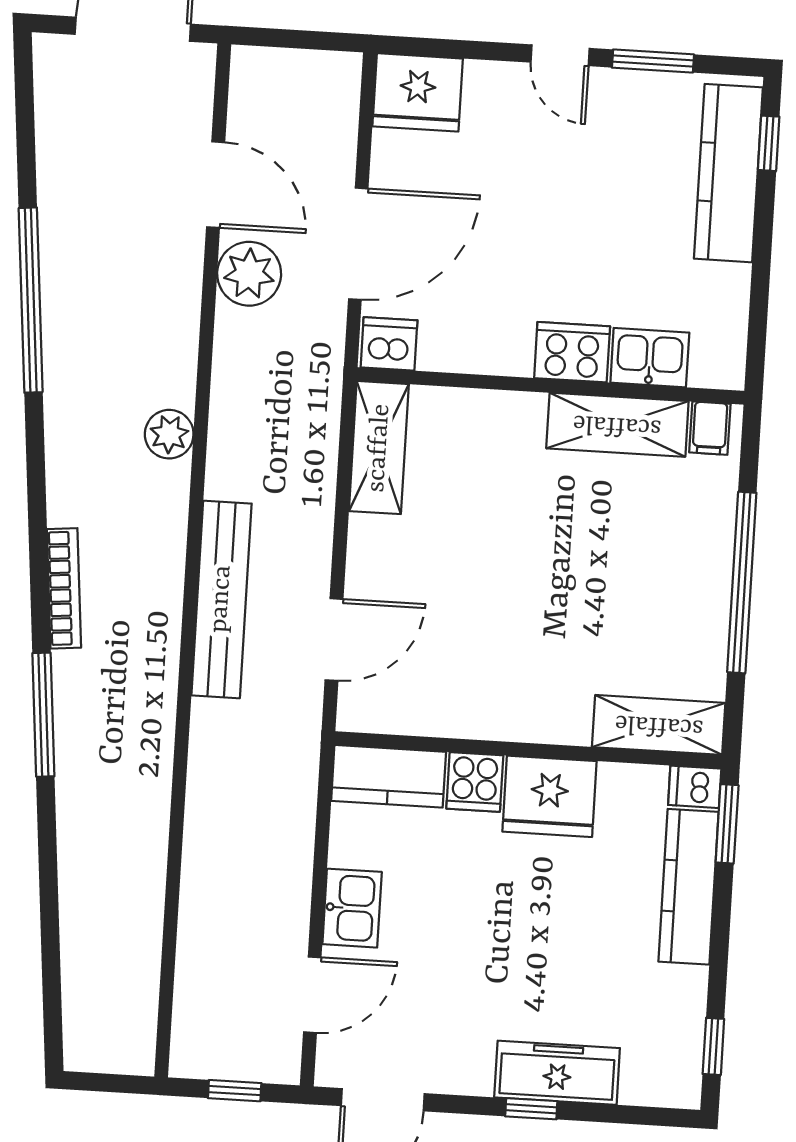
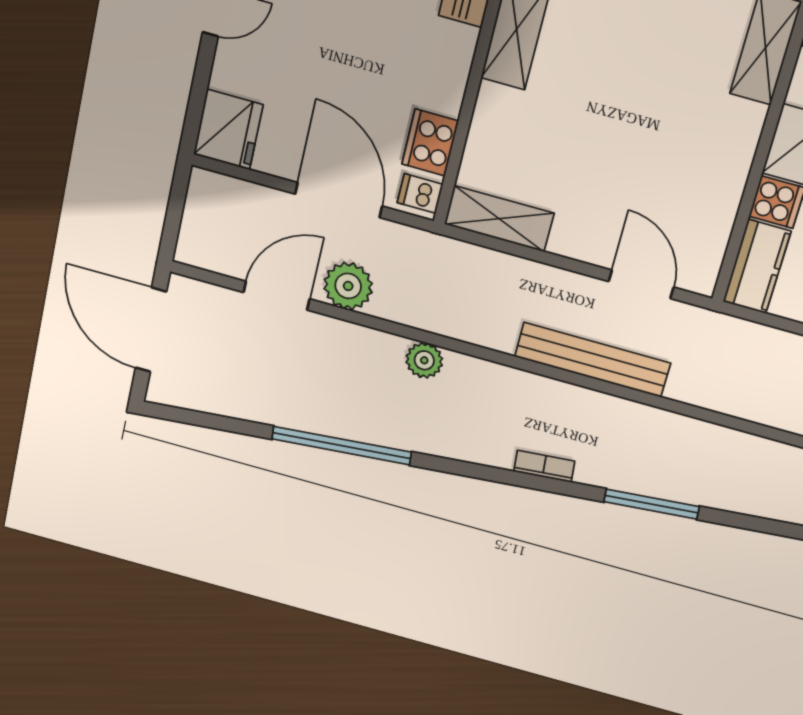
dishwasher: (389, 344) -> (420, 194), width x0.73
cooker: (572, 352) -> (430, 143), moved
plant: (169, 434) -> (424, 360), moved
bookcase: (64, 588) -> (544, 466), width x0.64

